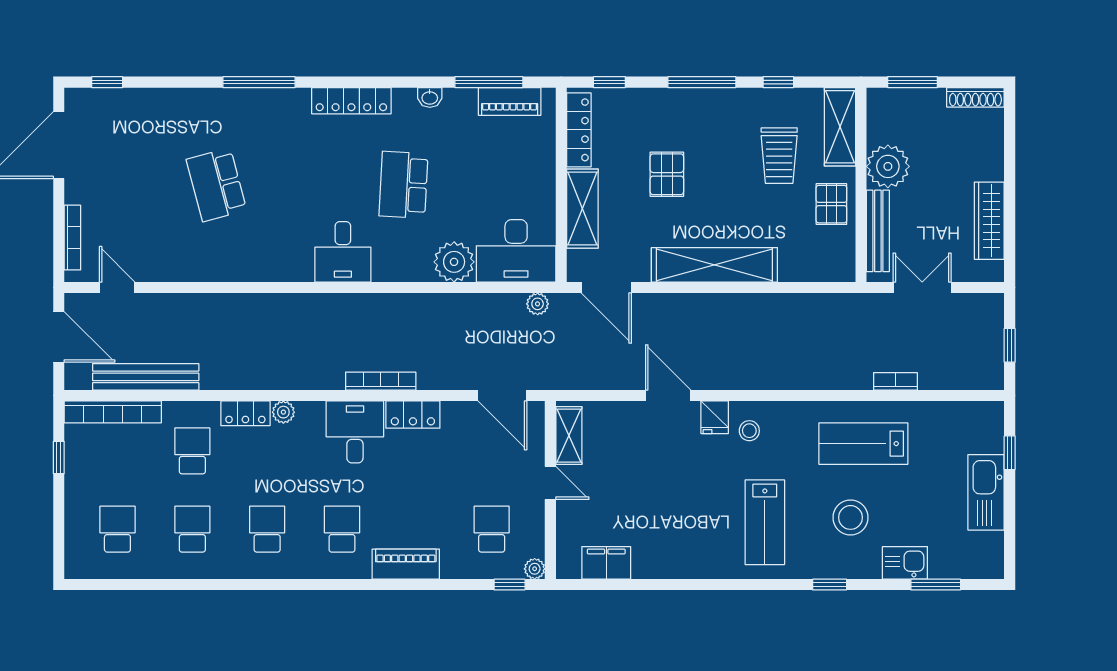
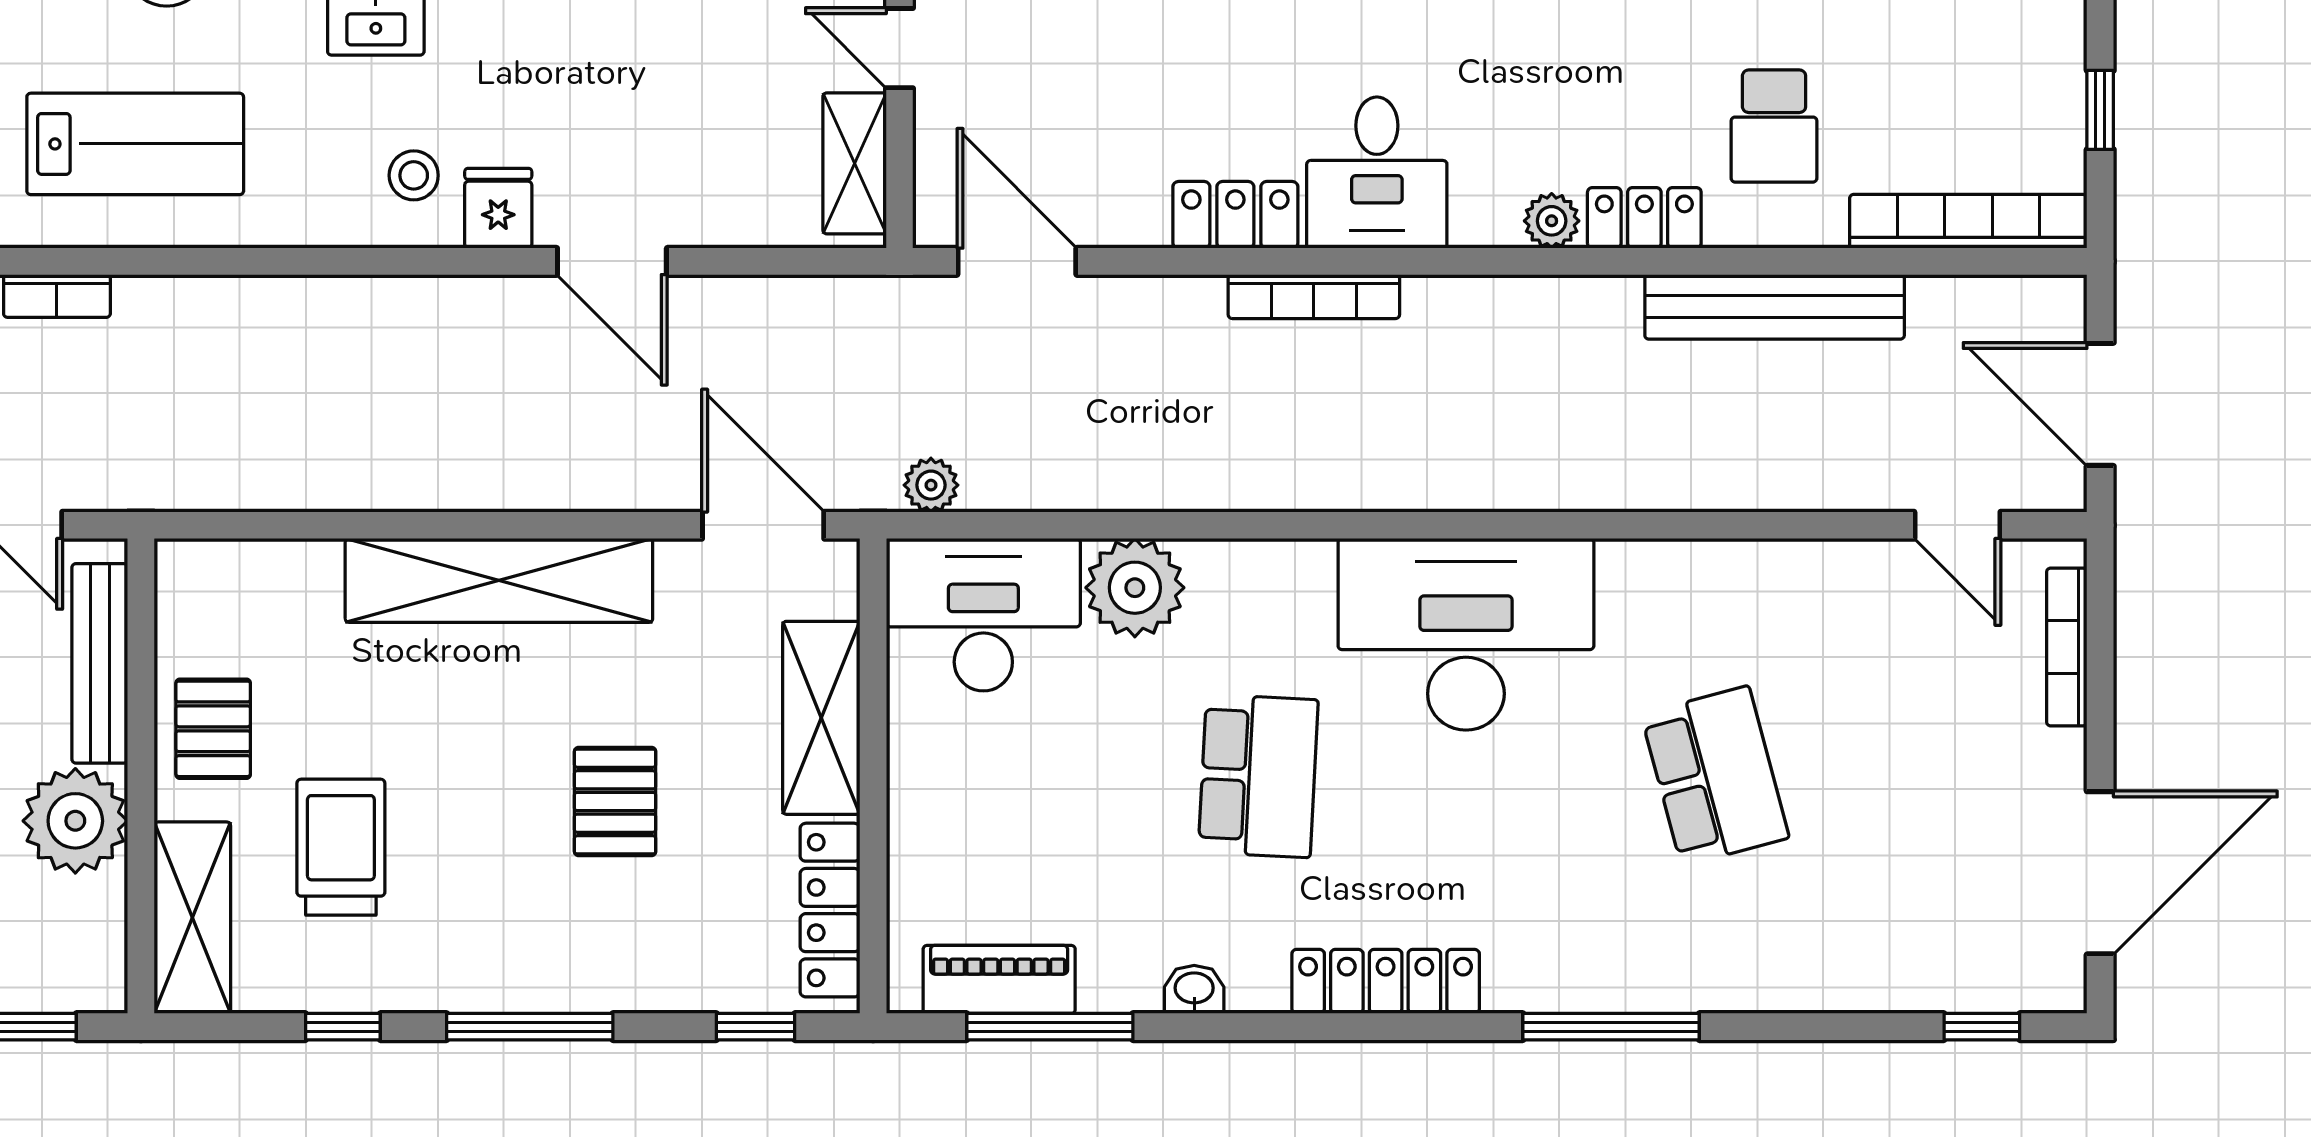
desk: (343, 252) -> (1466, 634), width x1.87, depth x1.30
bench: (146, 377) -> (1775, 307), moved

